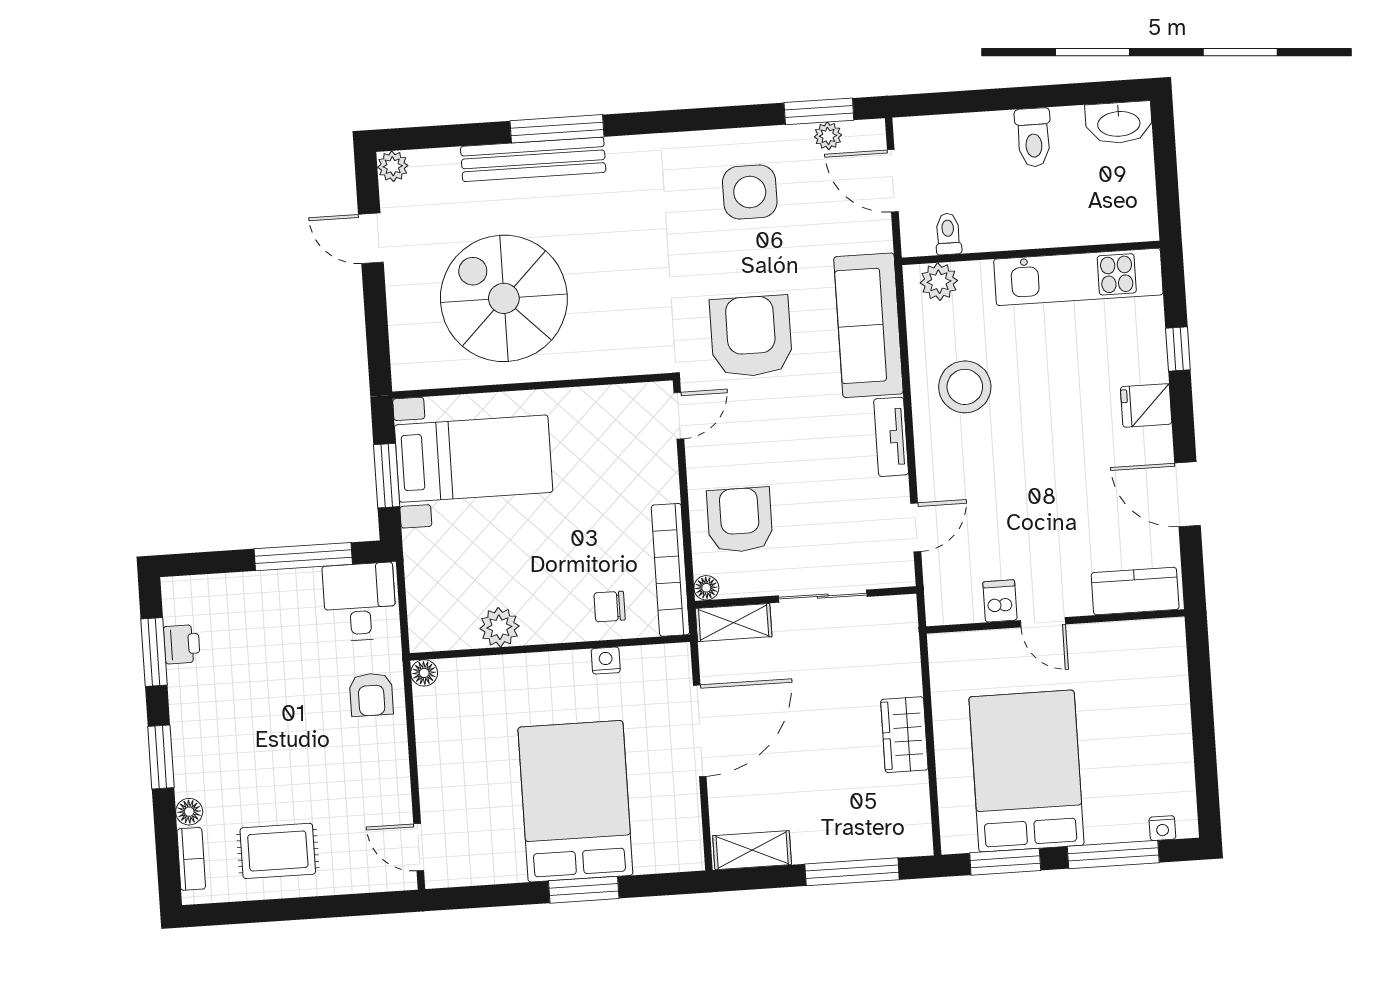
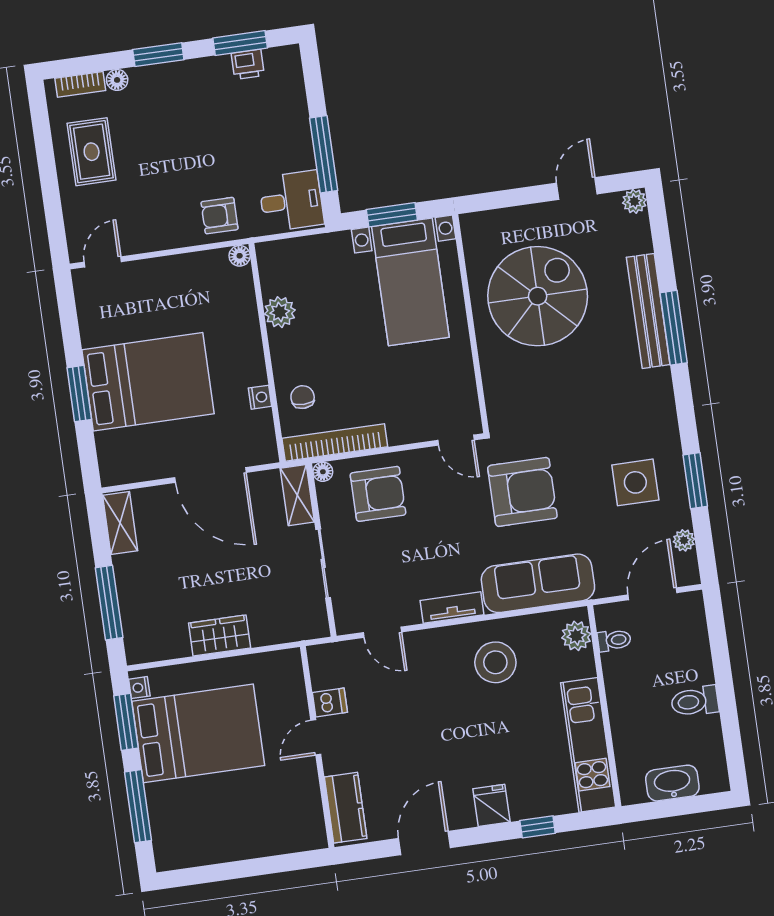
window: (819, 111) -> (695, 481), moved
washbasin: (1119, 123) -> (672, 783), moved, turned 90
nightstand: (1162, 828) -> (139, 688), moved

